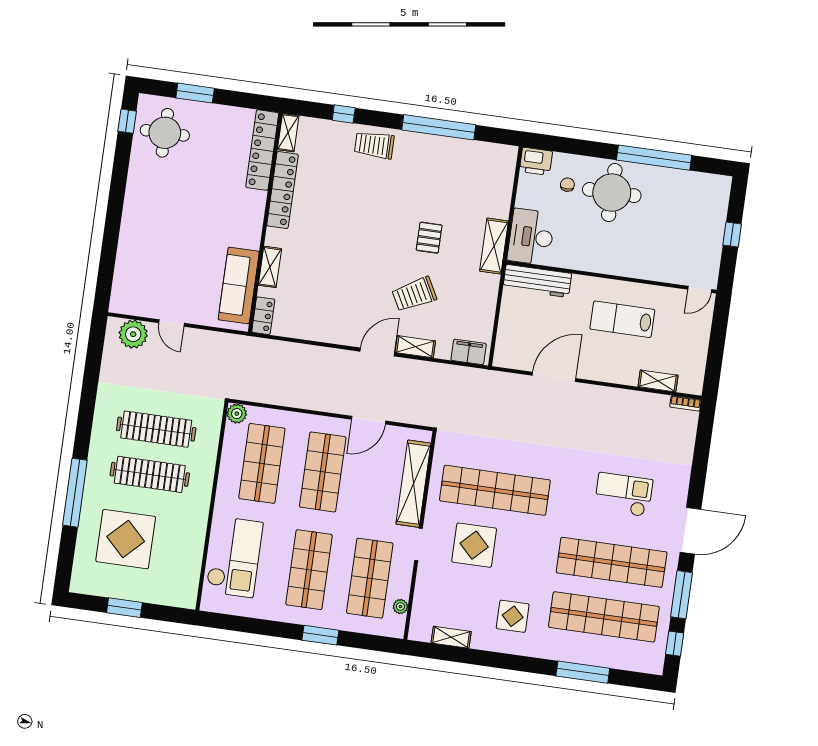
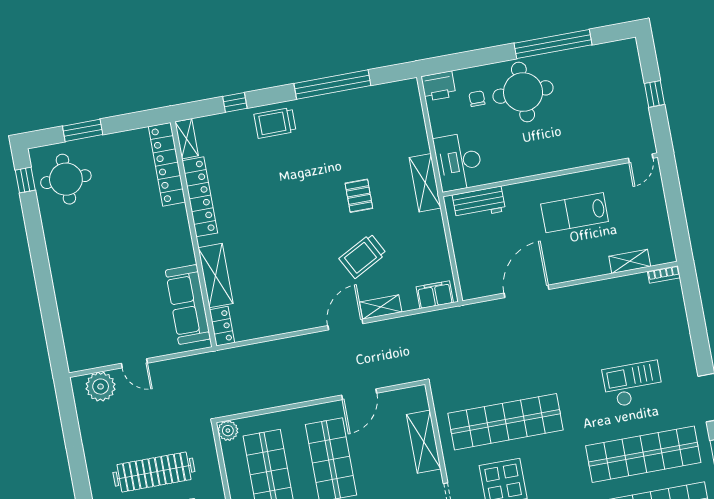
shelving: (270, 267) -> (216, 276), width x1.50, depth x1.33
workbench: (537, 281) -> (479, 203), width x0.73
shelving: (413, 484) -> (424, 442), width x0.68

